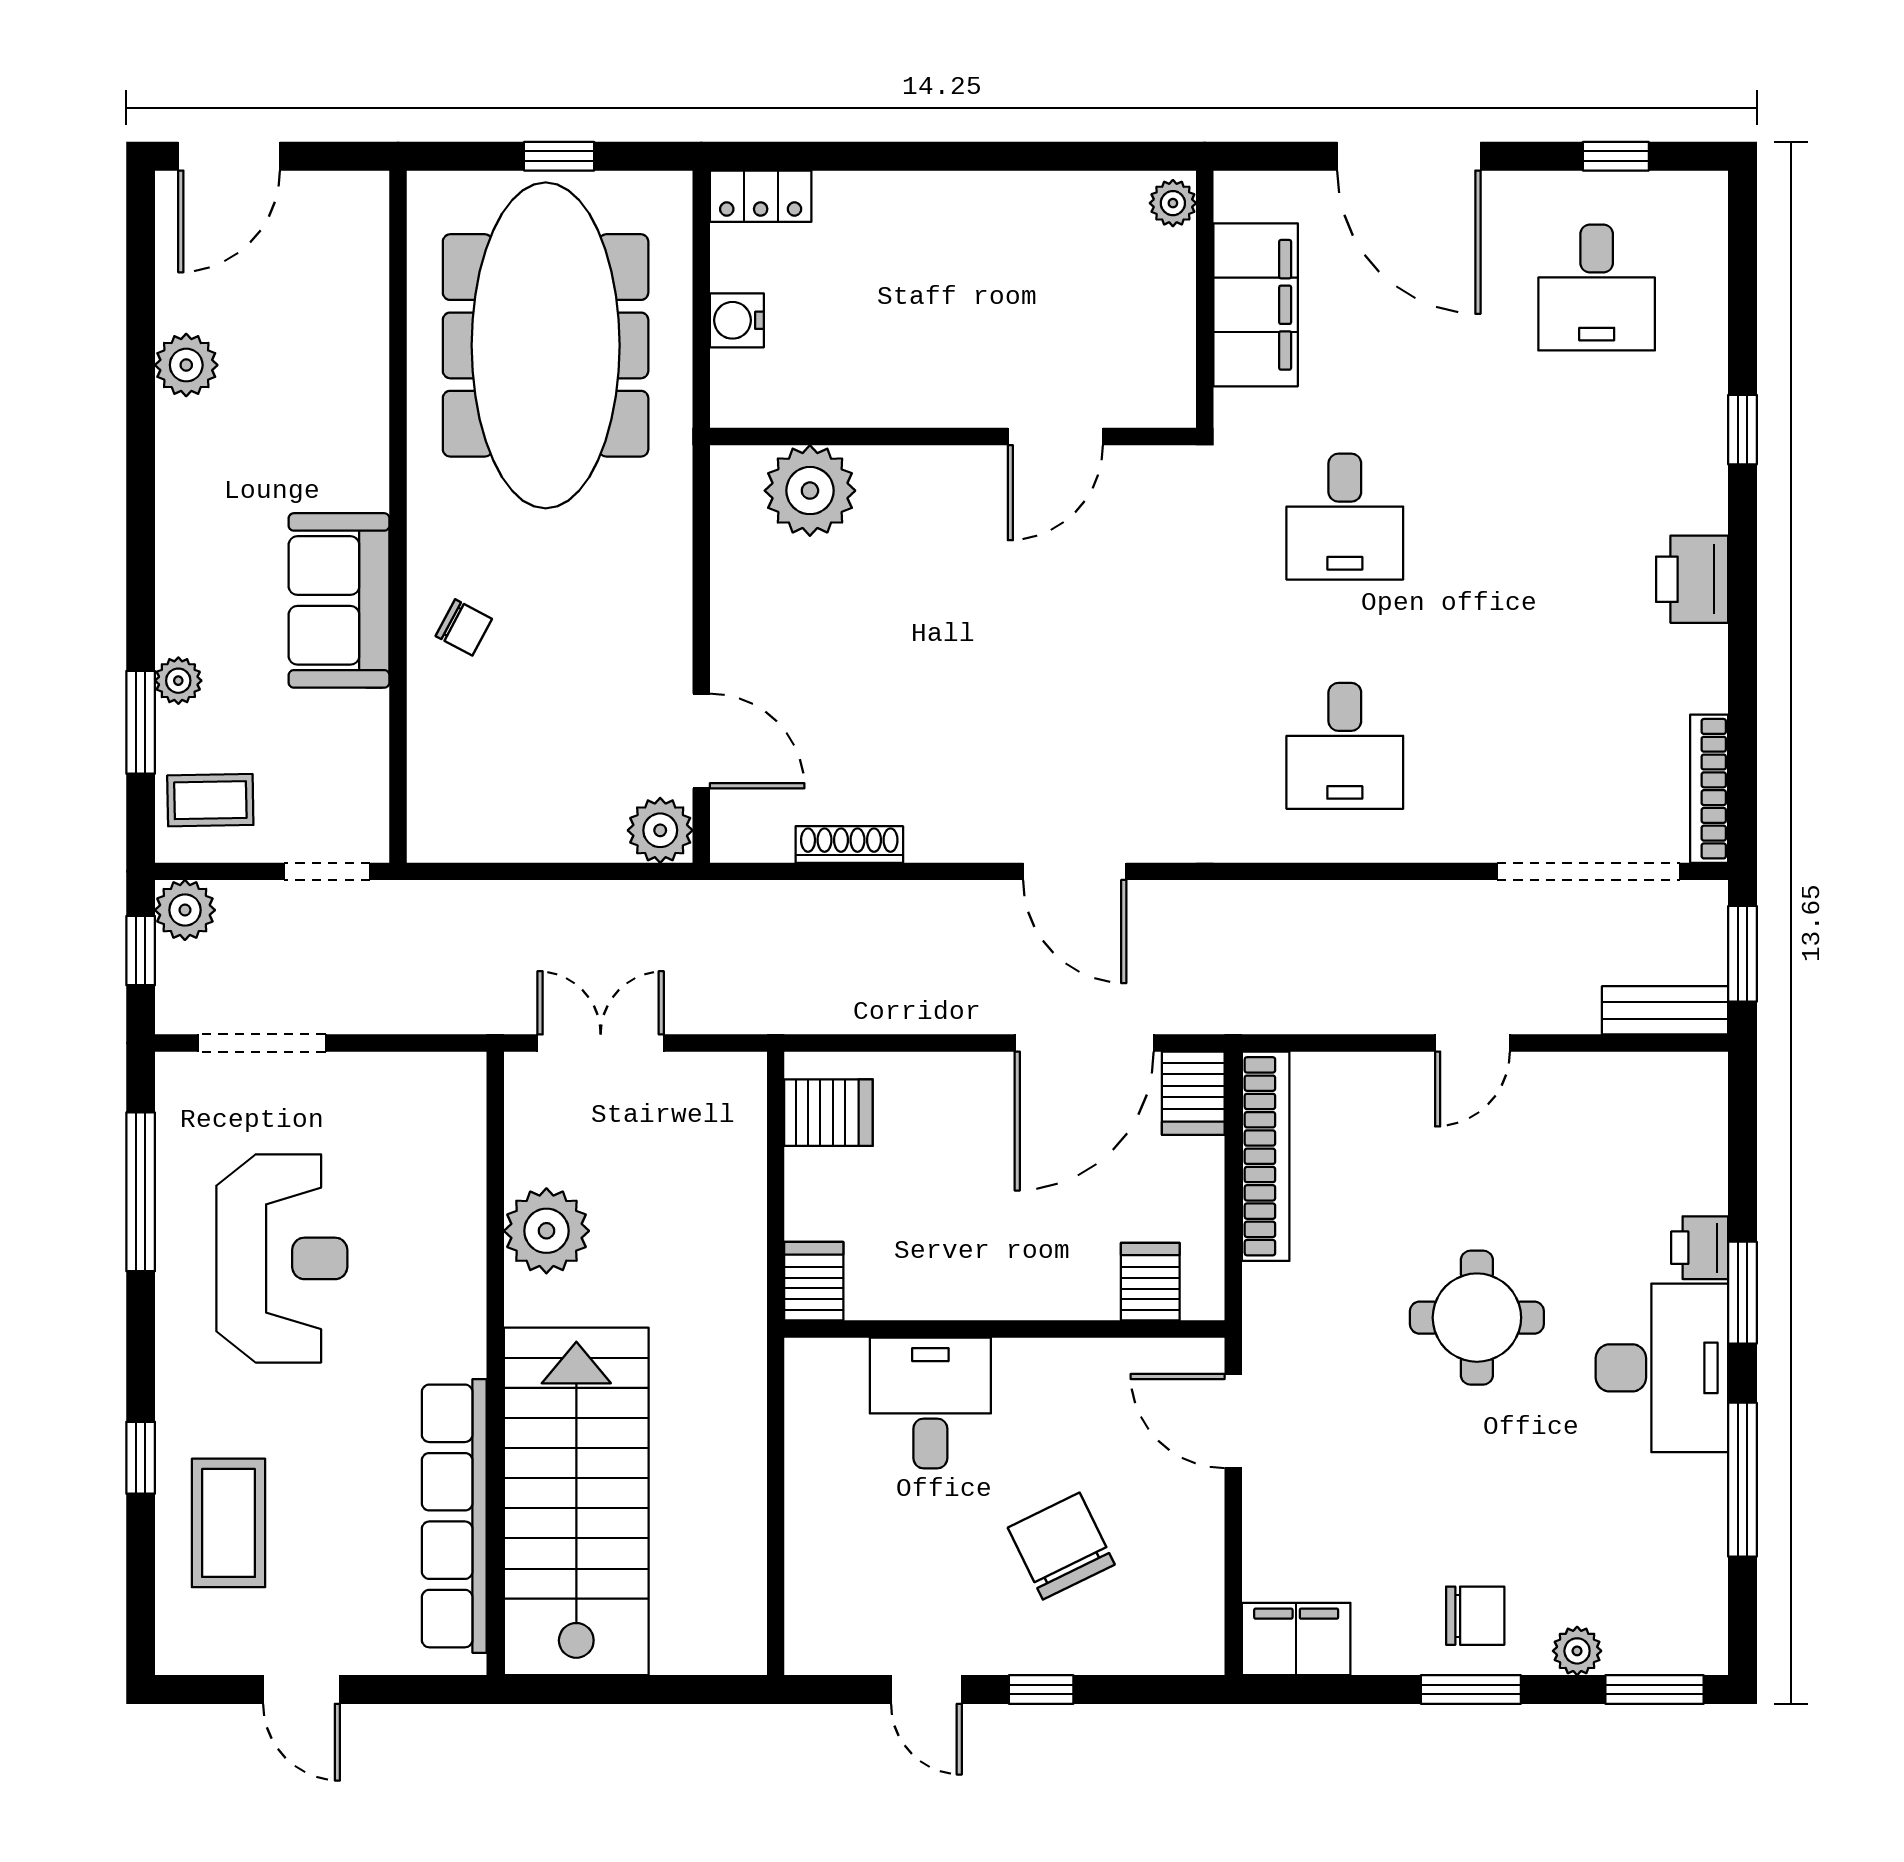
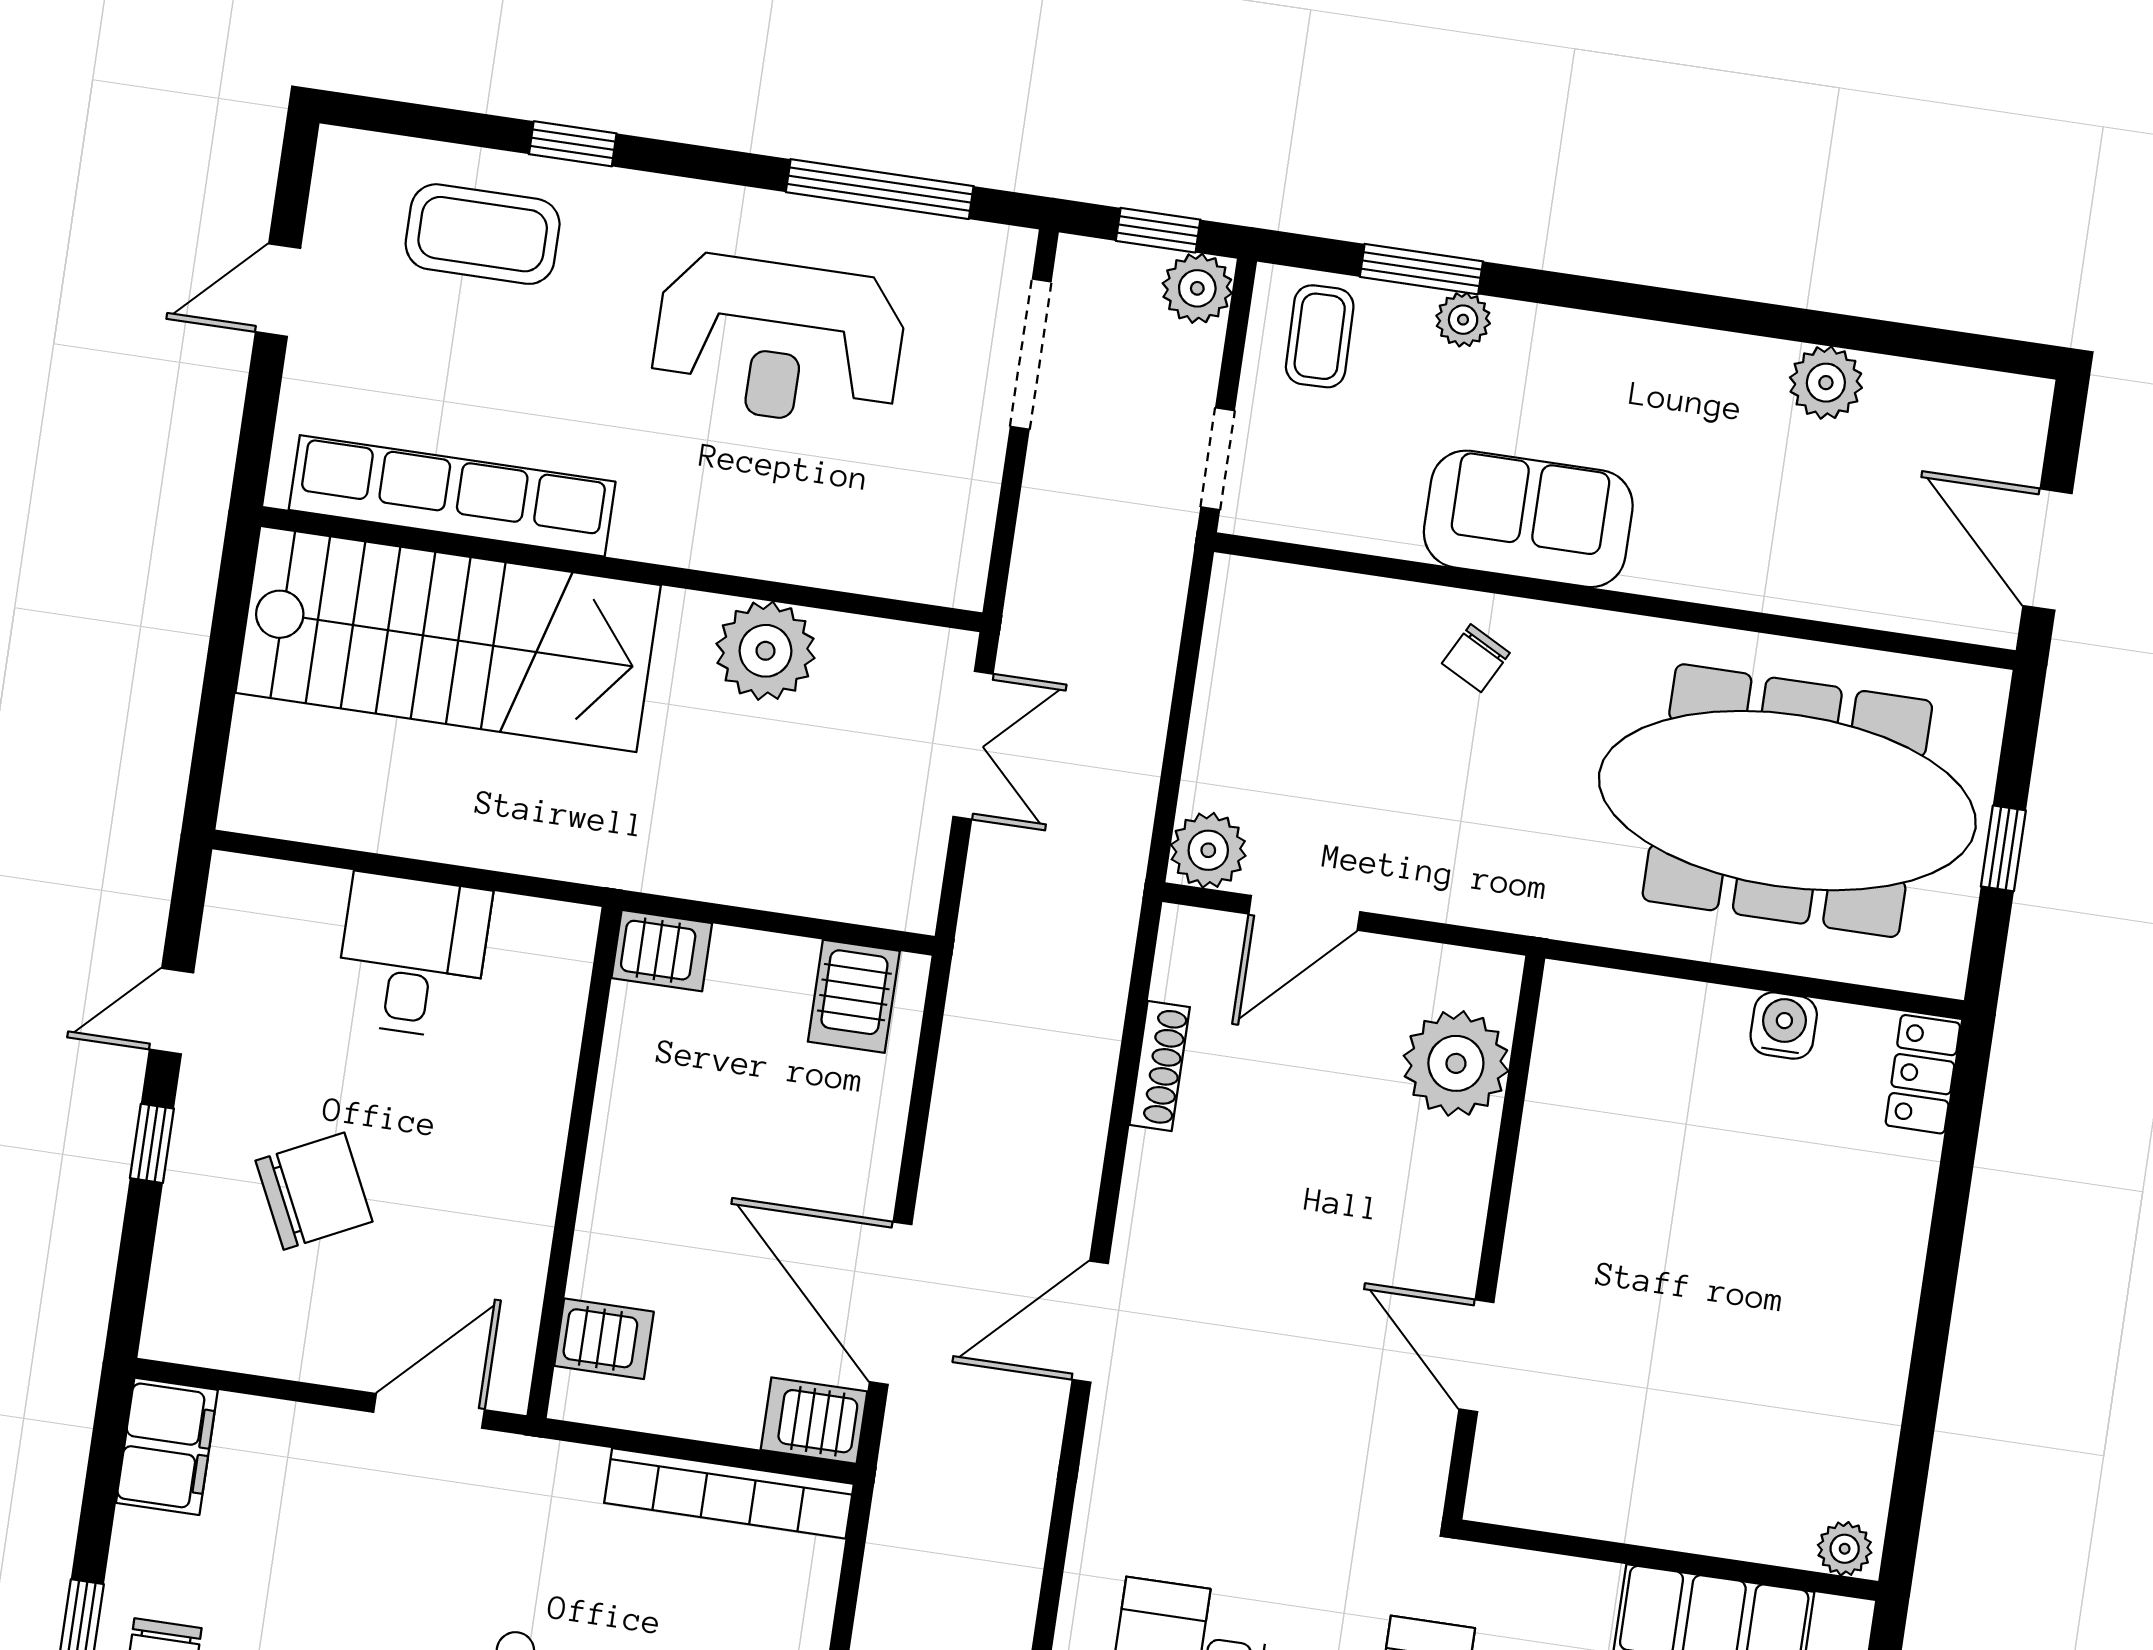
door: (229, 156) -> (2047, 550), moved
wall: (953, 437) -> (1494, 1238), moved
door: (1055, 437) -> (1476, 1356), moved
plant: (810, 491) -> (1456, 1063), moved
desk: (930, 1403) -> (413, 956), moved, turned -90

